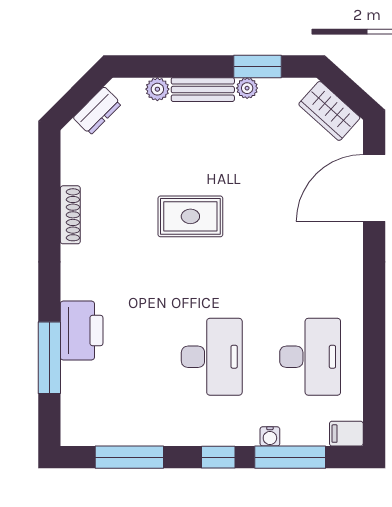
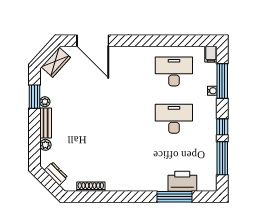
shoe rack: (70, 215) -> (91, 187), moved
rug: (190, 216) -> (107, 129), removed
printer: (82, 330) -> (182, 181), moved
window: (218, 457) -> (222, 127), moved

